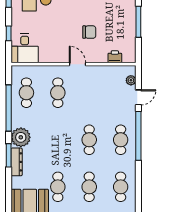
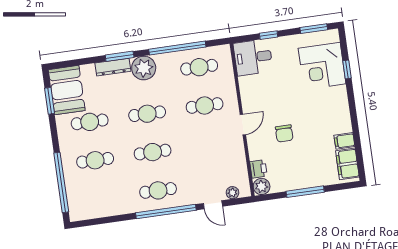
plant: (129, 56) -> (262, 186), added
cafe table: (121, 187) -> (147, 114), moved

